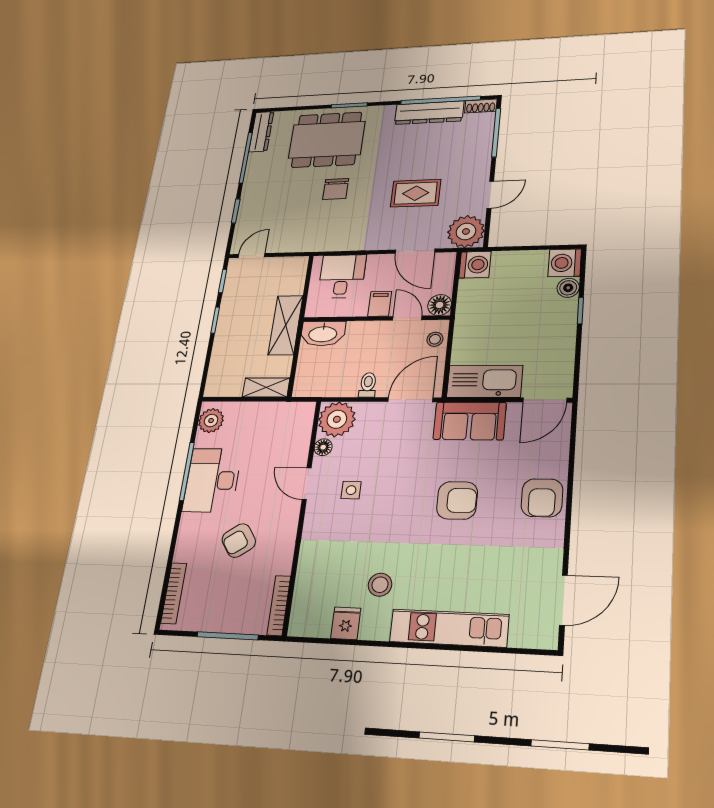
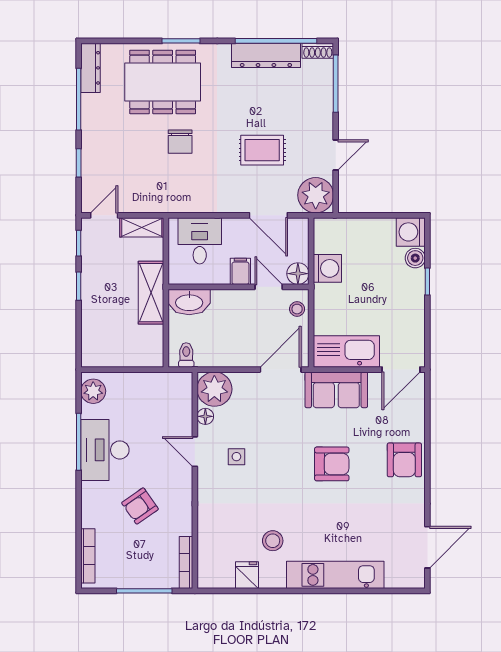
washing machine: (475, 265) -> (327, 268), moved
toilet: (368, 385) -> (186, 355), moved
shelving: (266, 387) -> (142, 227), moved

